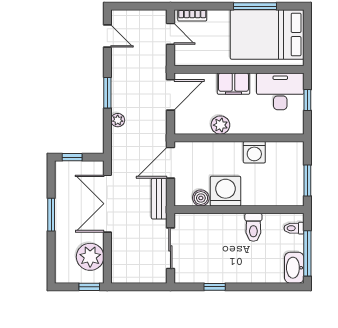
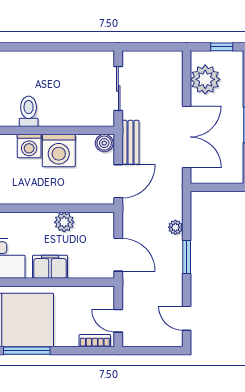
door: (170, 95) -> (118, 255), swing flipped
washing machine: (254, 152) -> (29, 146), moved, turned 180
window: (72, 157) -> (225, 187), removed
boiler: (201, 198) -> (104, 143), moved
window: (89, 287) -> (222, 47), moved
window: (215, 287) -> (70, 47), removed

